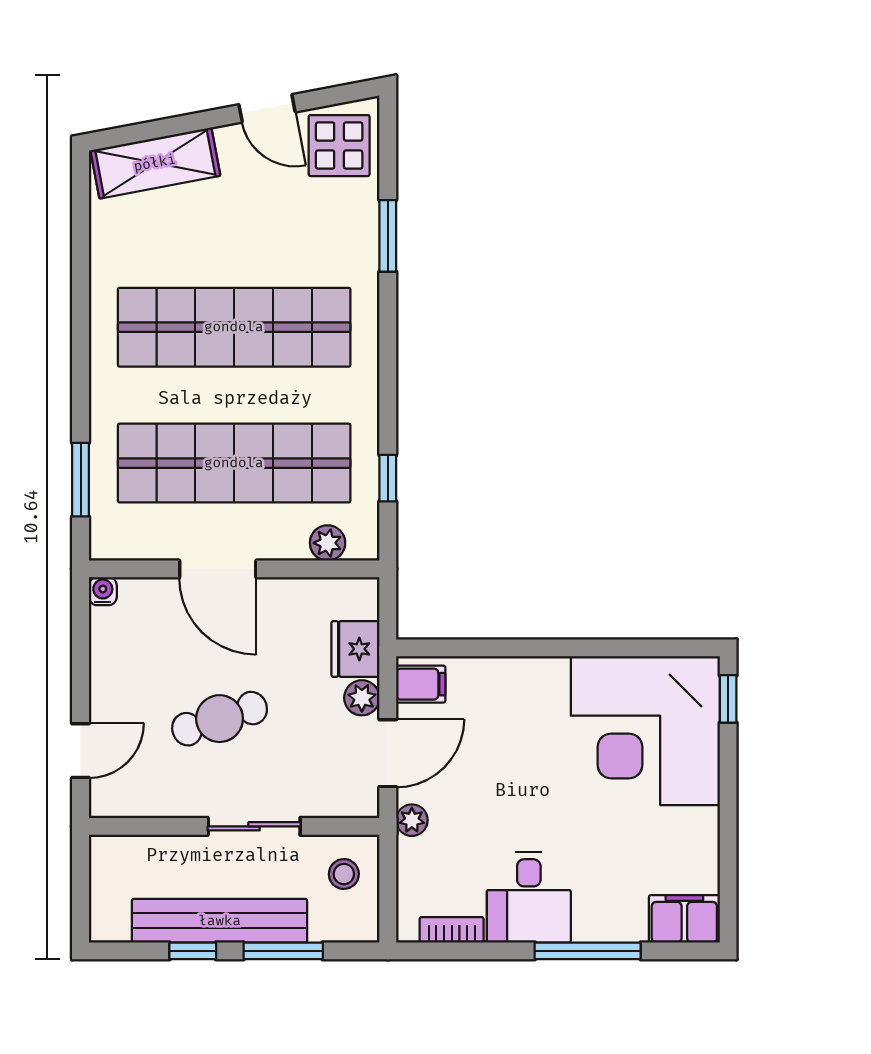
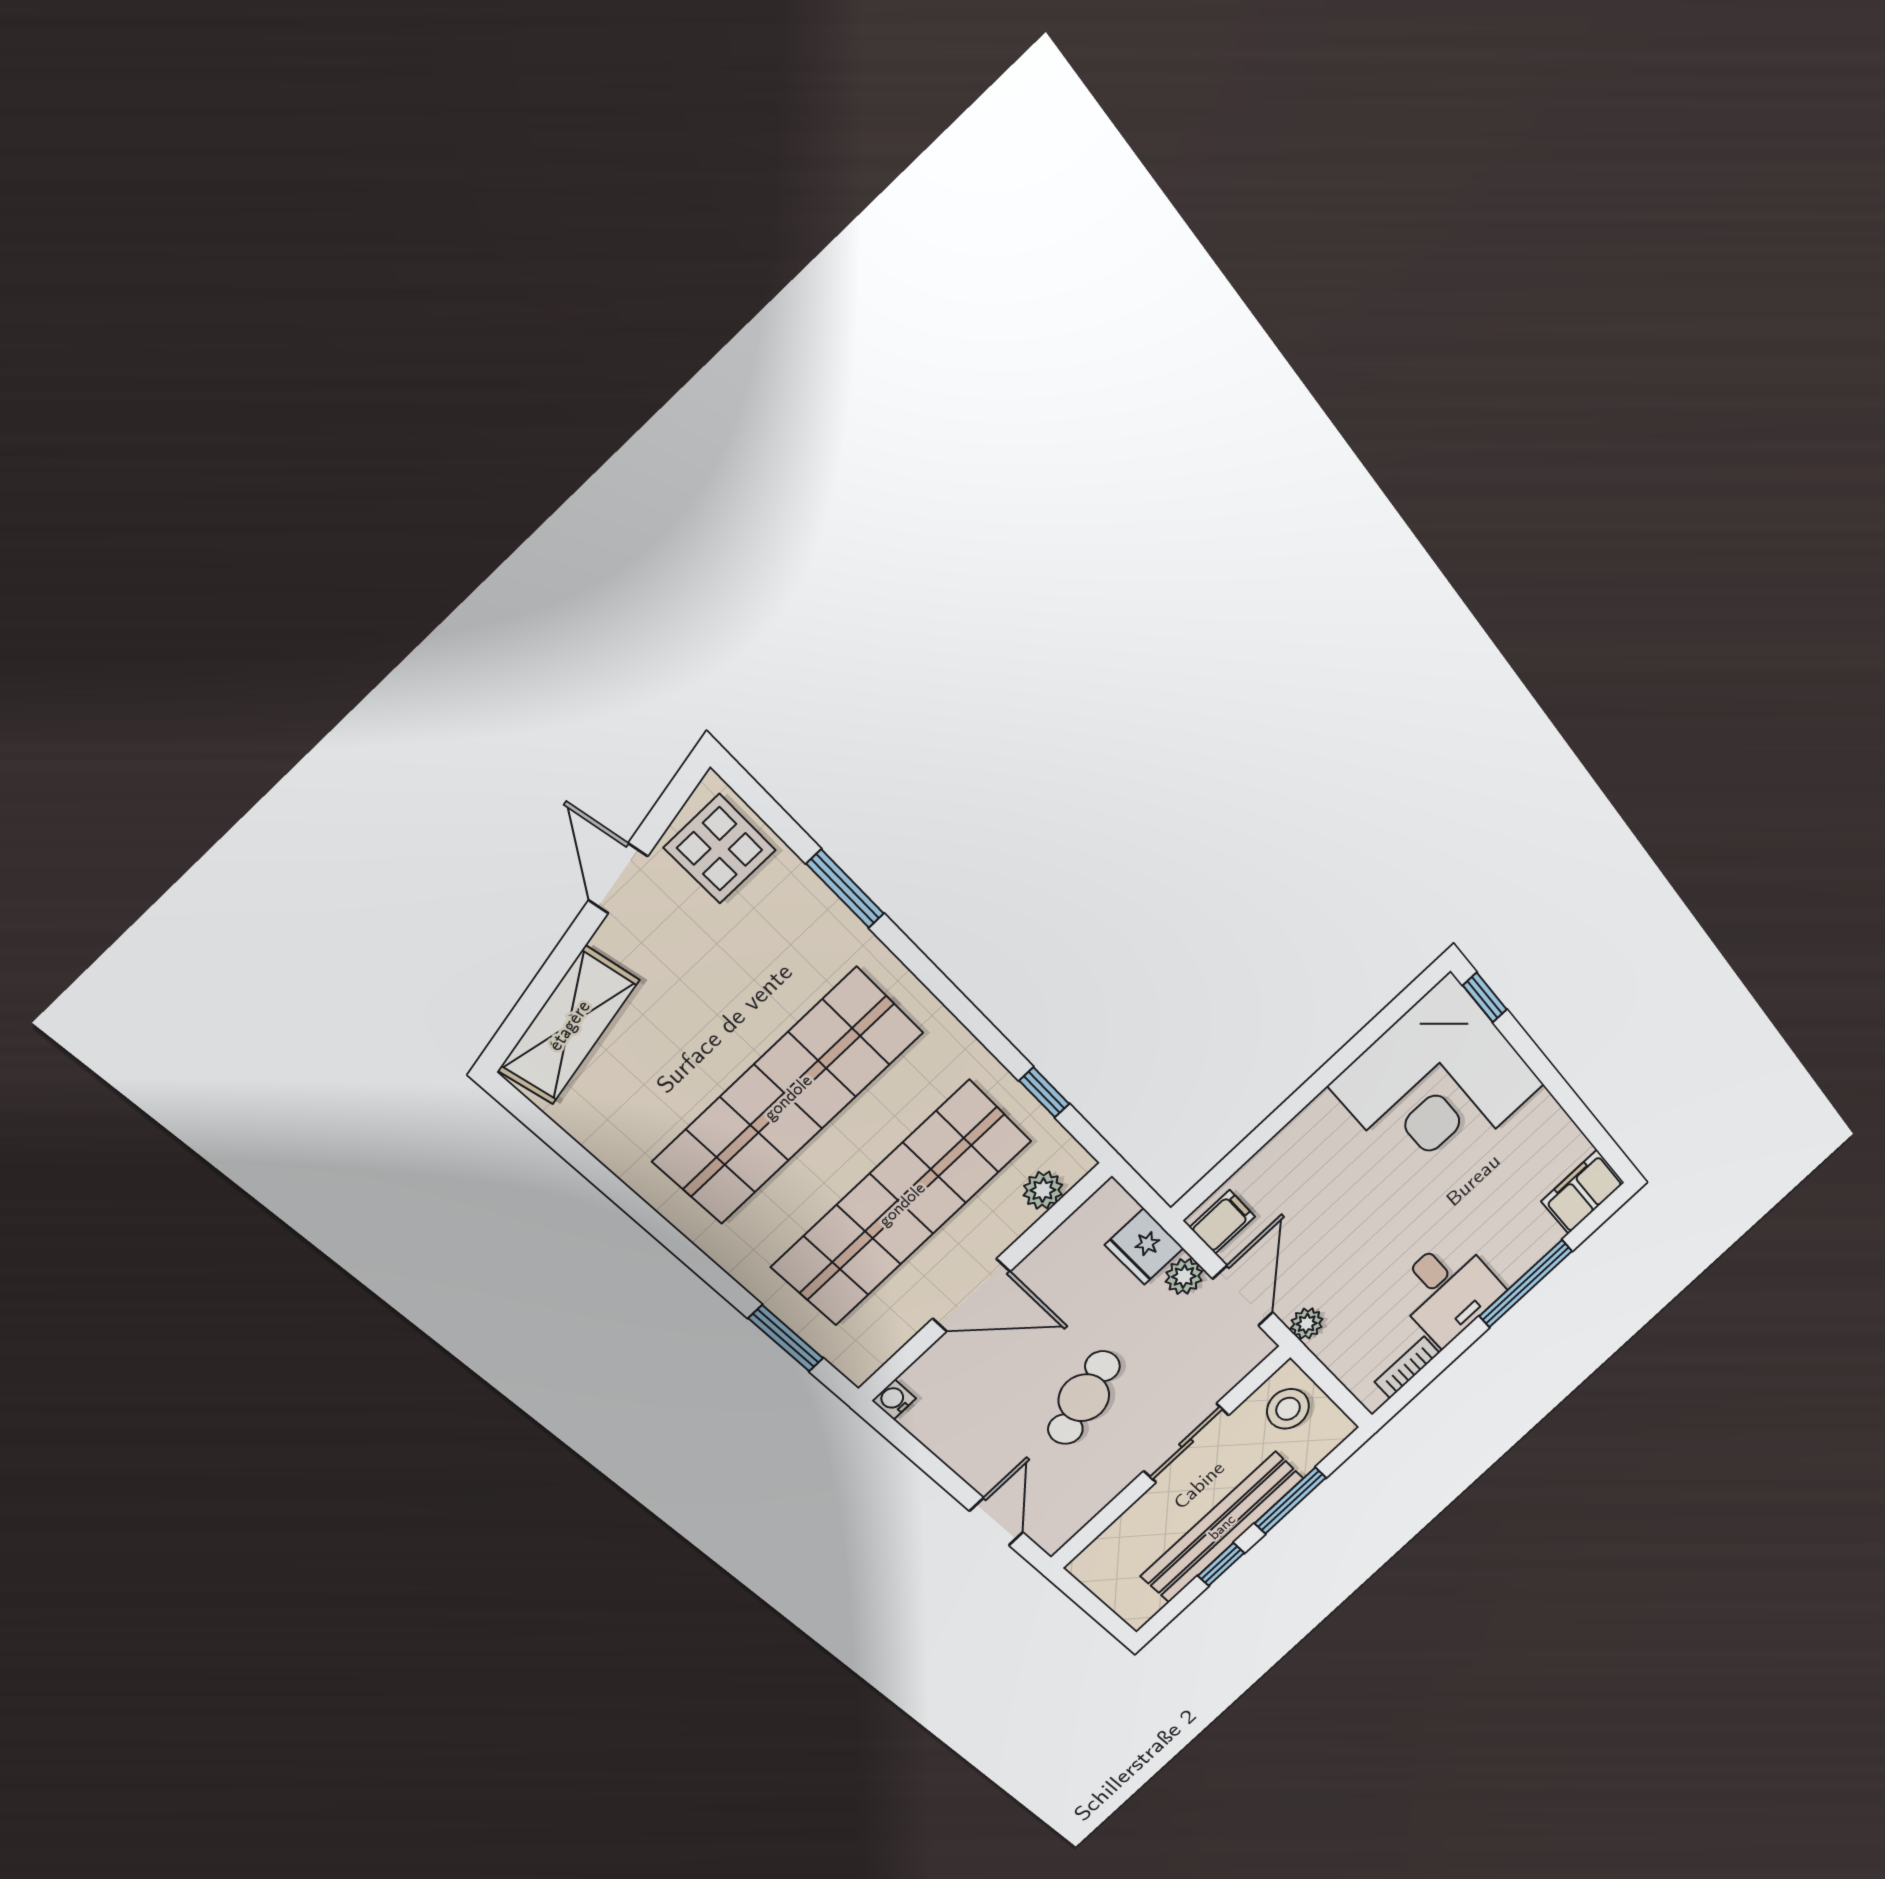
door: (267, 108) -> (618, 878), swing flipped
stool: (344, 874) -> (1288, 1409), width x1.37, depth x1.37

